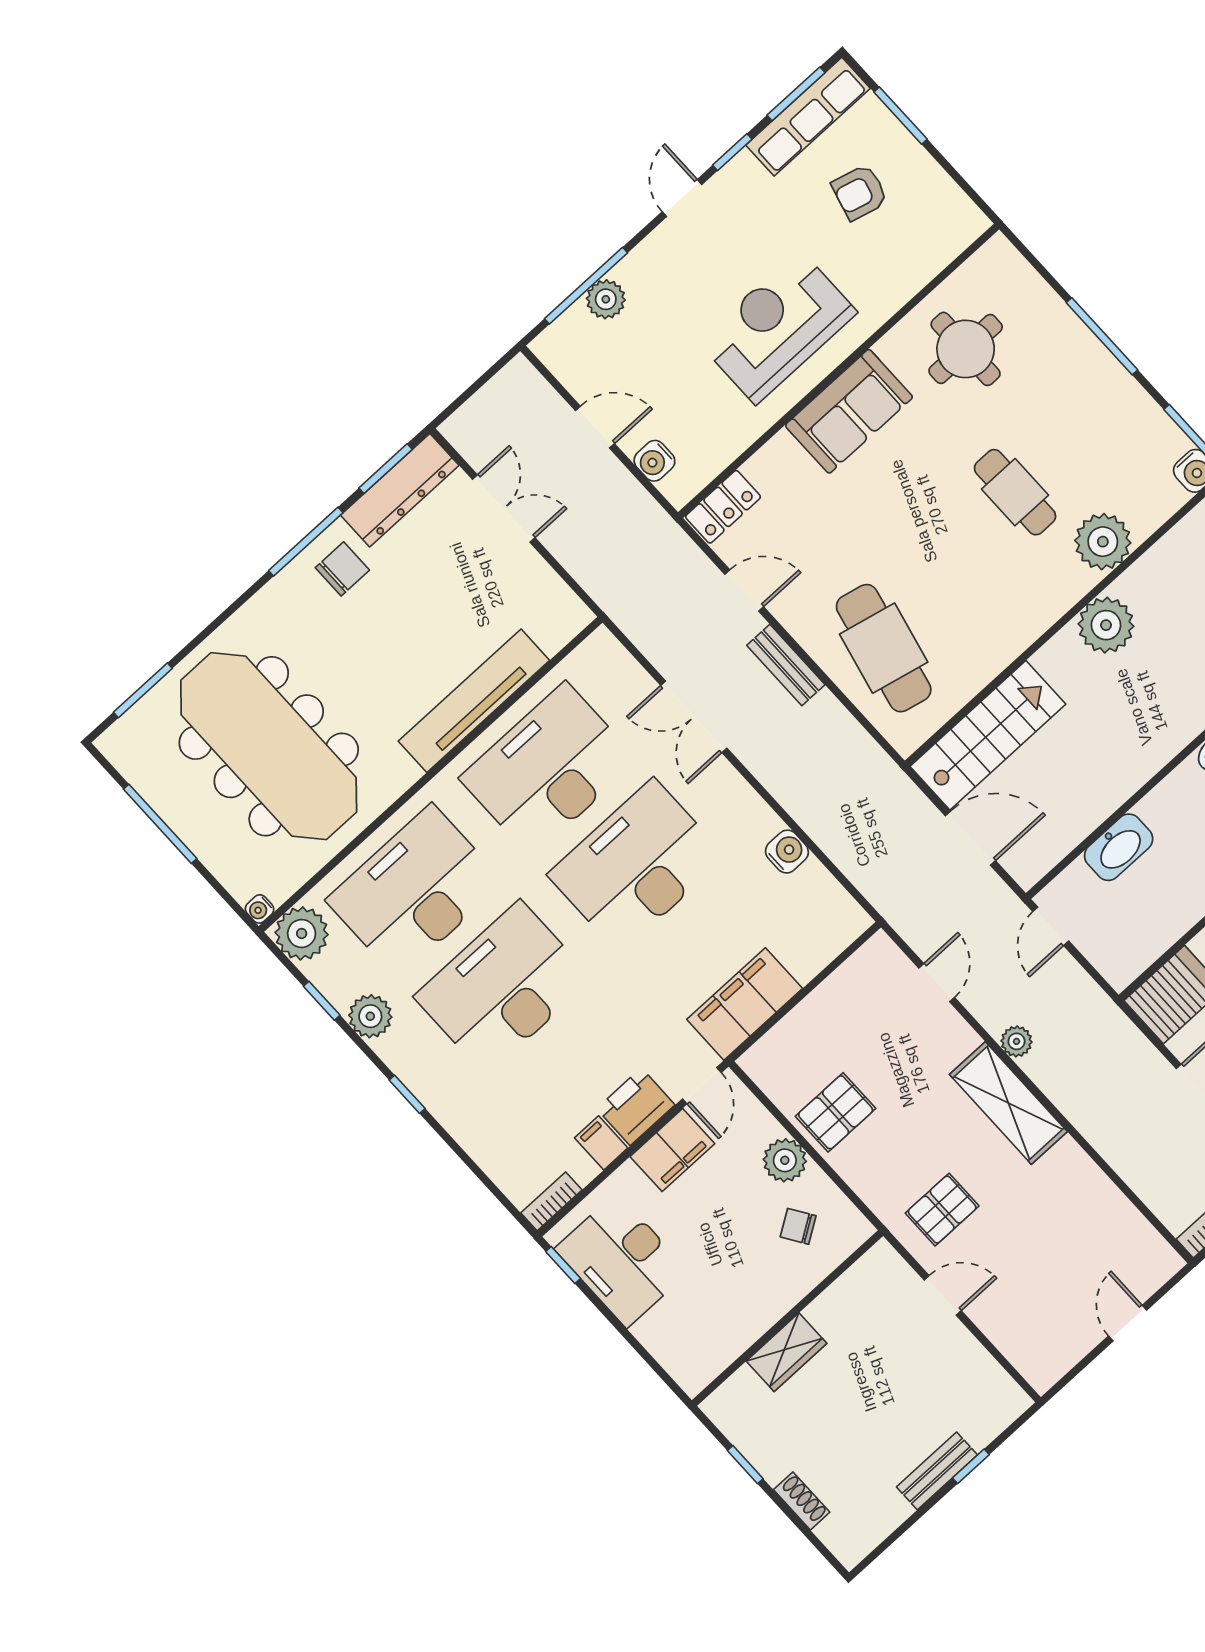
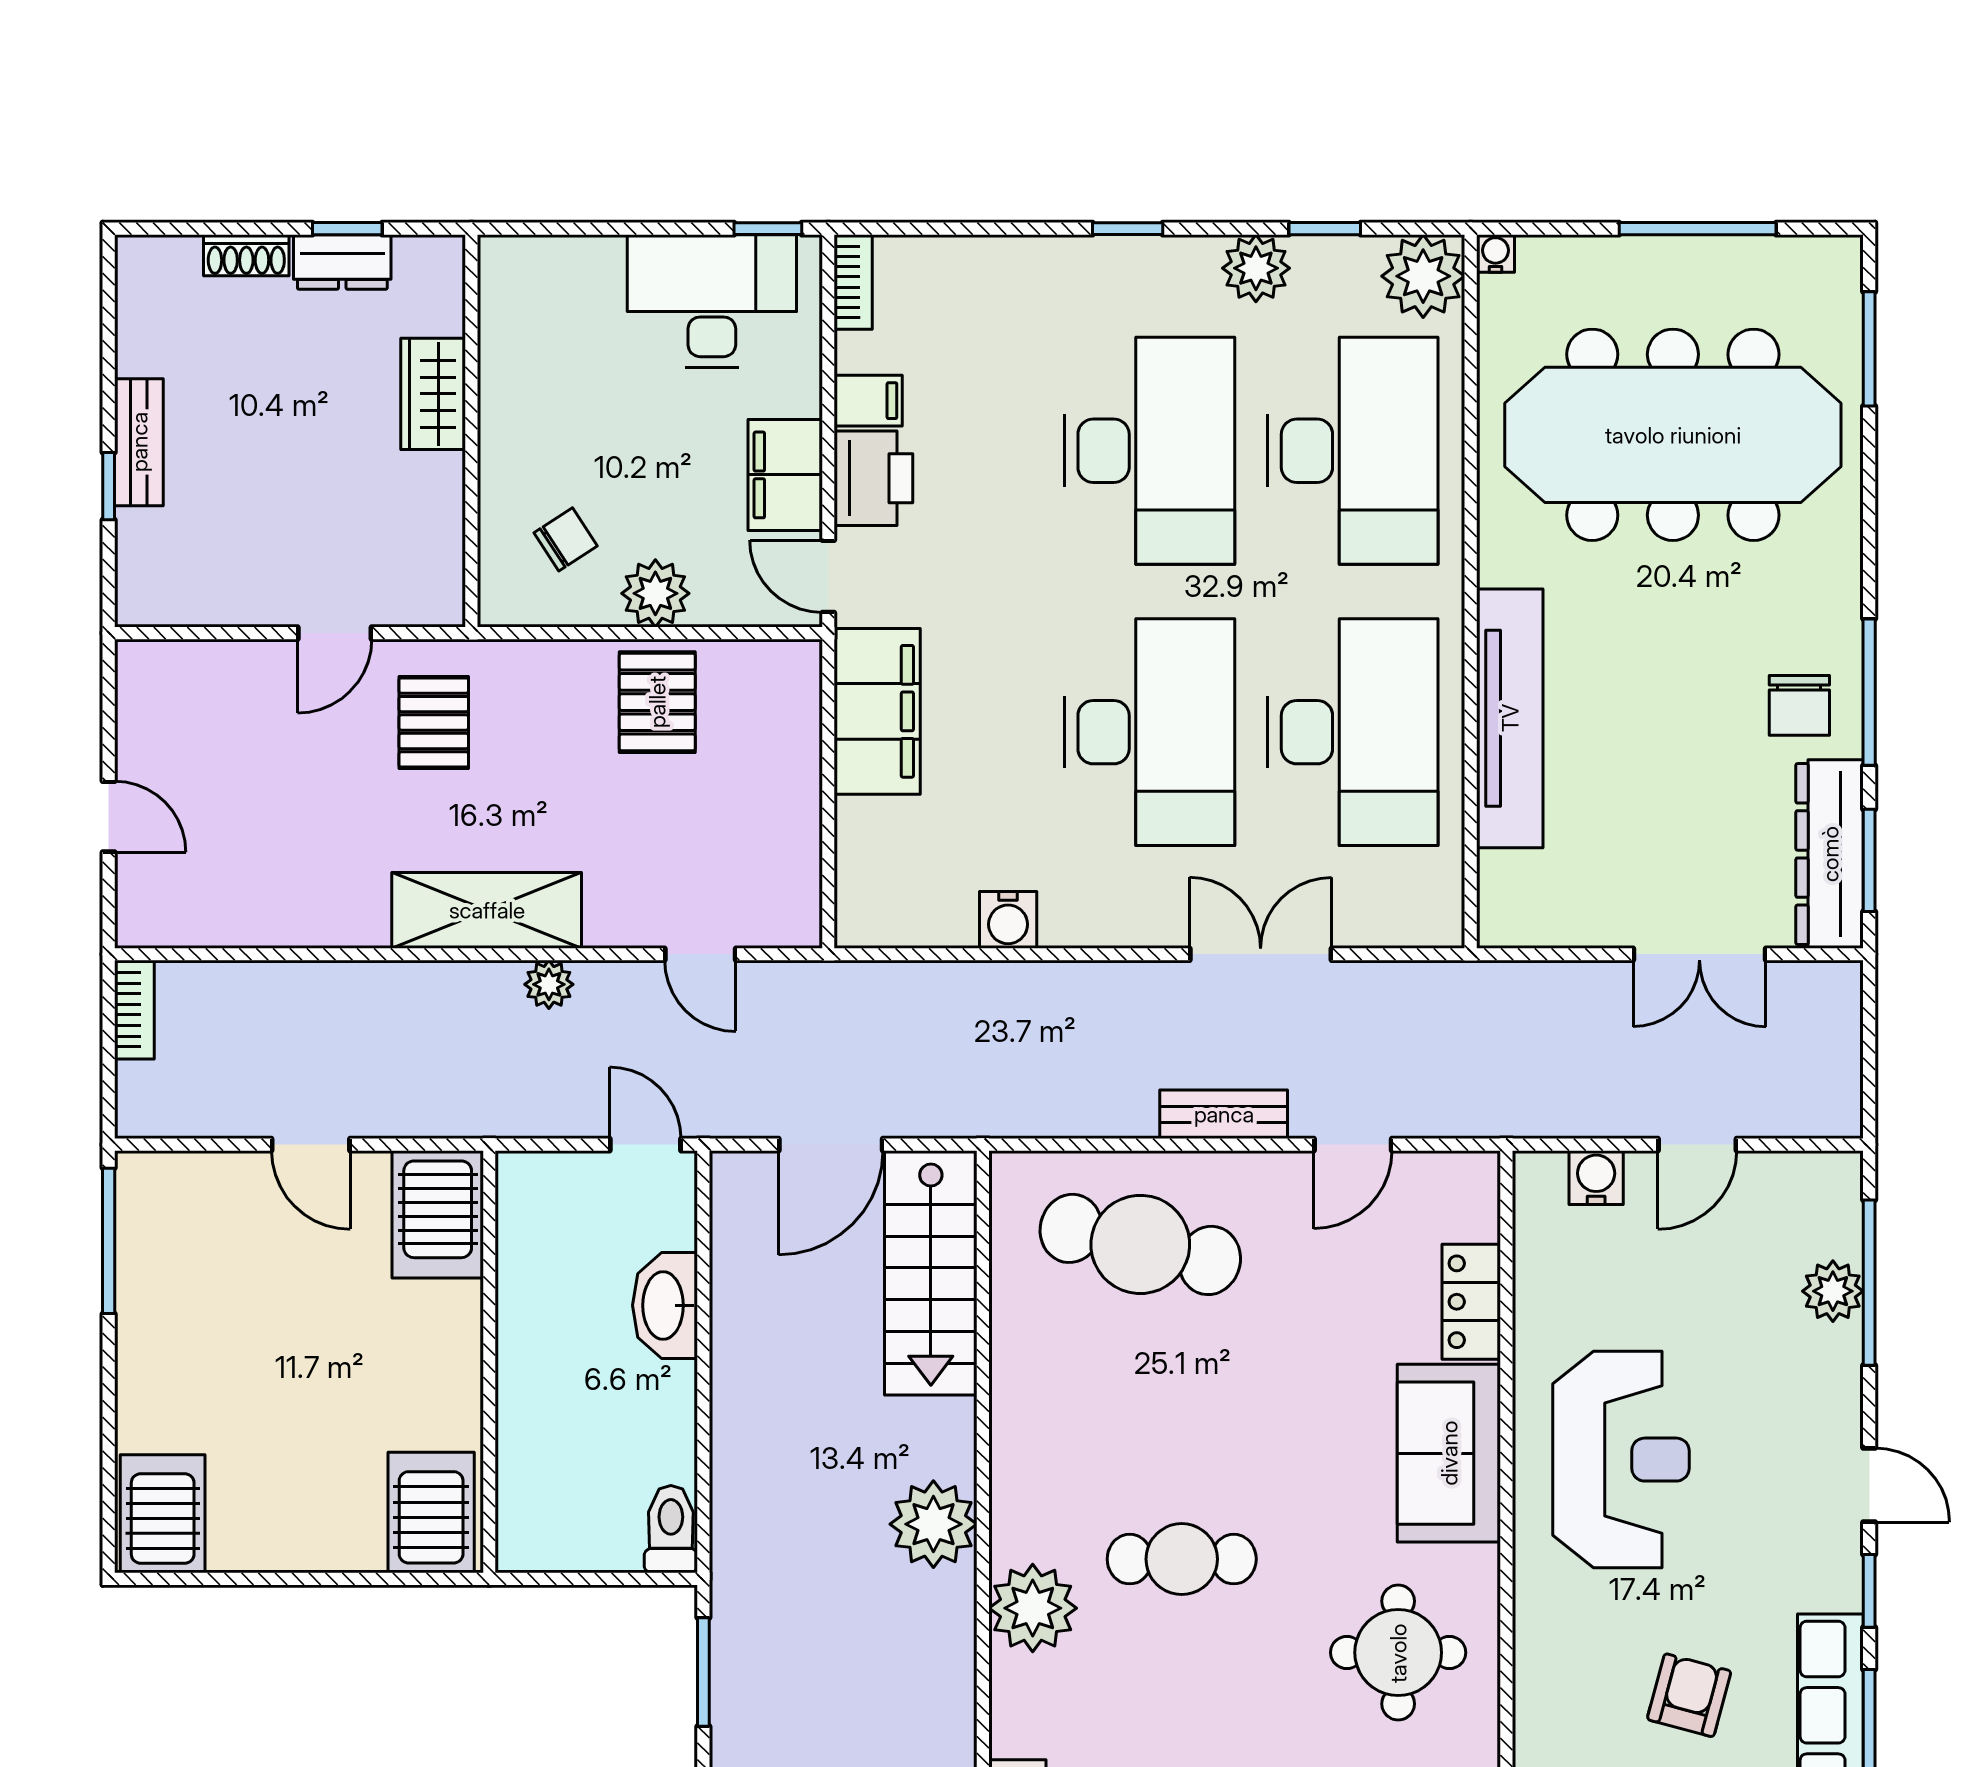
locker: (723, 507) -> (1471, 1302), moved
dresser: (763, 1452) -> (342, 262), added

